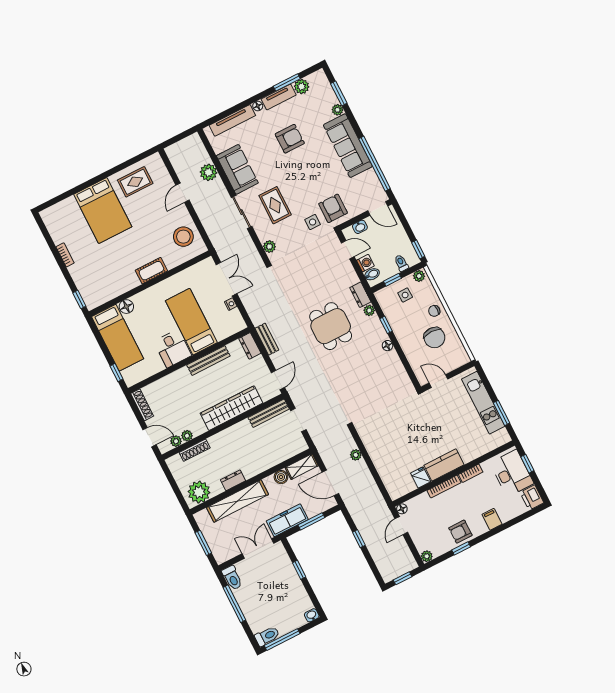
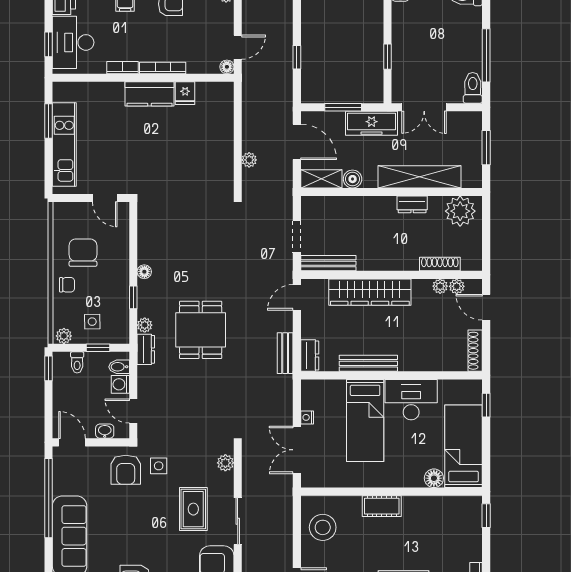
desk: (173, 349) -> (411, 400), width x1.37

